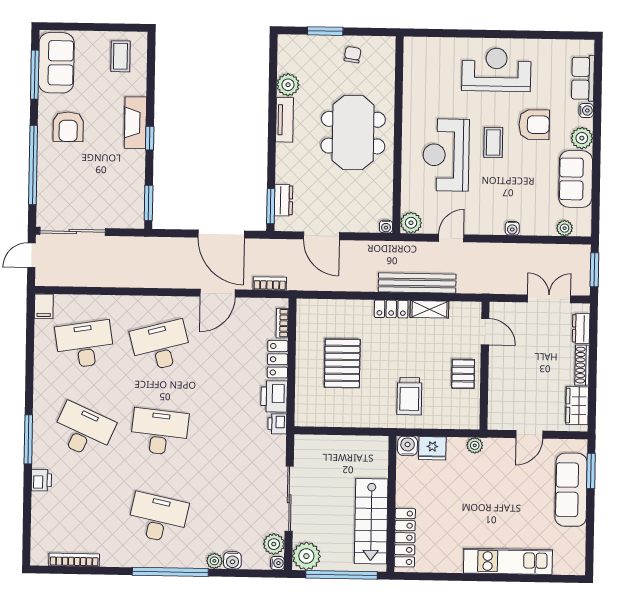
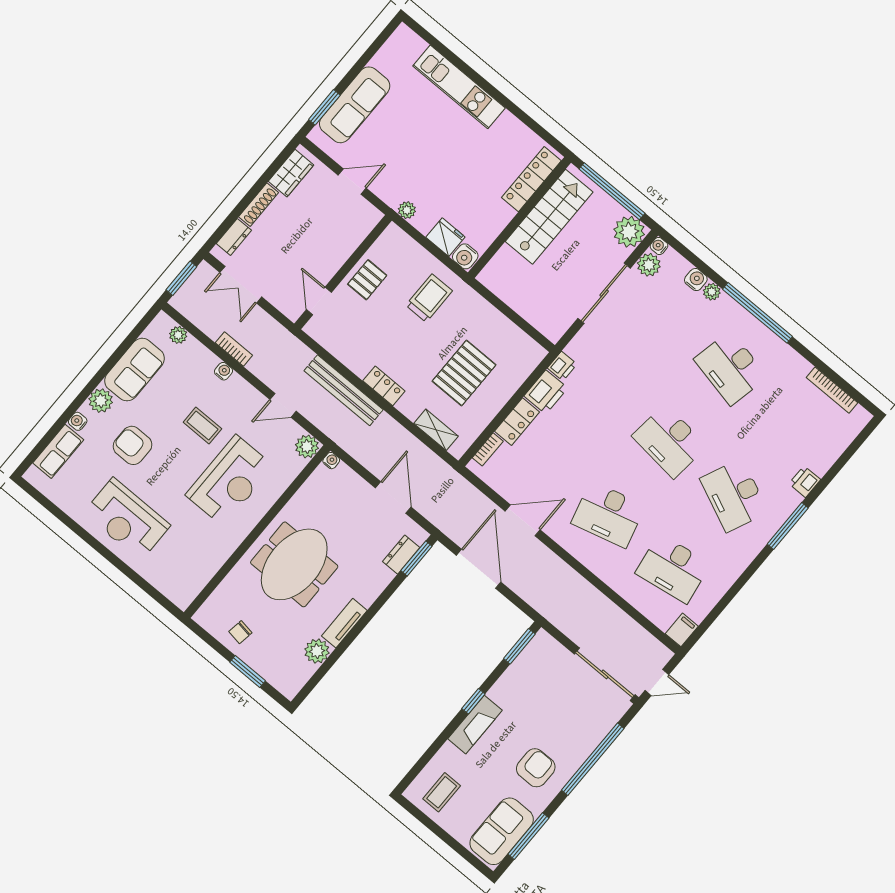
coffee table: (493, 143) -> (202, 426), moved, turned 90
bookcase: (270, 283) -> (234, 349), moved, turned 180
shelving: (429, 309) -> (436, 430), moved

